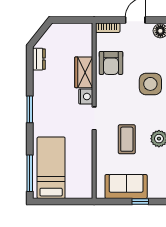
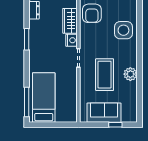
window: (30, 109) -> (27, 39), moved
coffee table: (127, 139) -> (105, 75), width x1.36, depth x1.32

